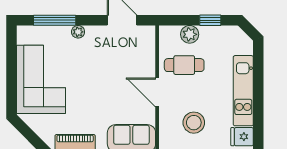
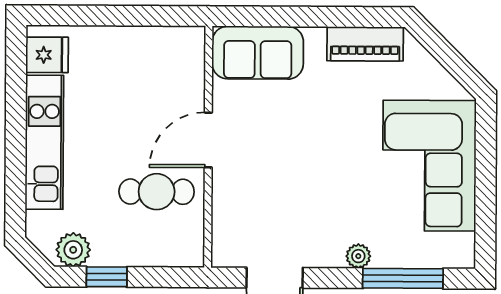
plant: (190, 34) -> (73, 250), moved
door: (157, 92) -> (208, 140), swing flipped
stool: (194, 123) -> (139, 82), removed

